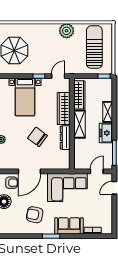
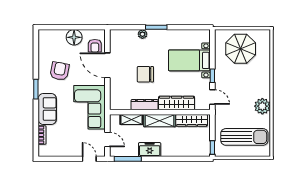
shelving: (108, 112) -> (131, 119), moved
chair: (37, 137) -> (145, 74), turned -127

